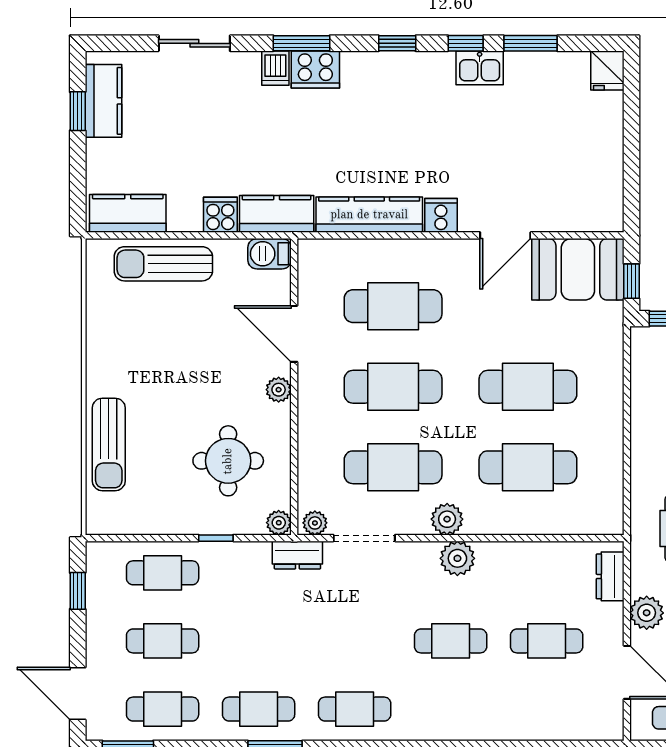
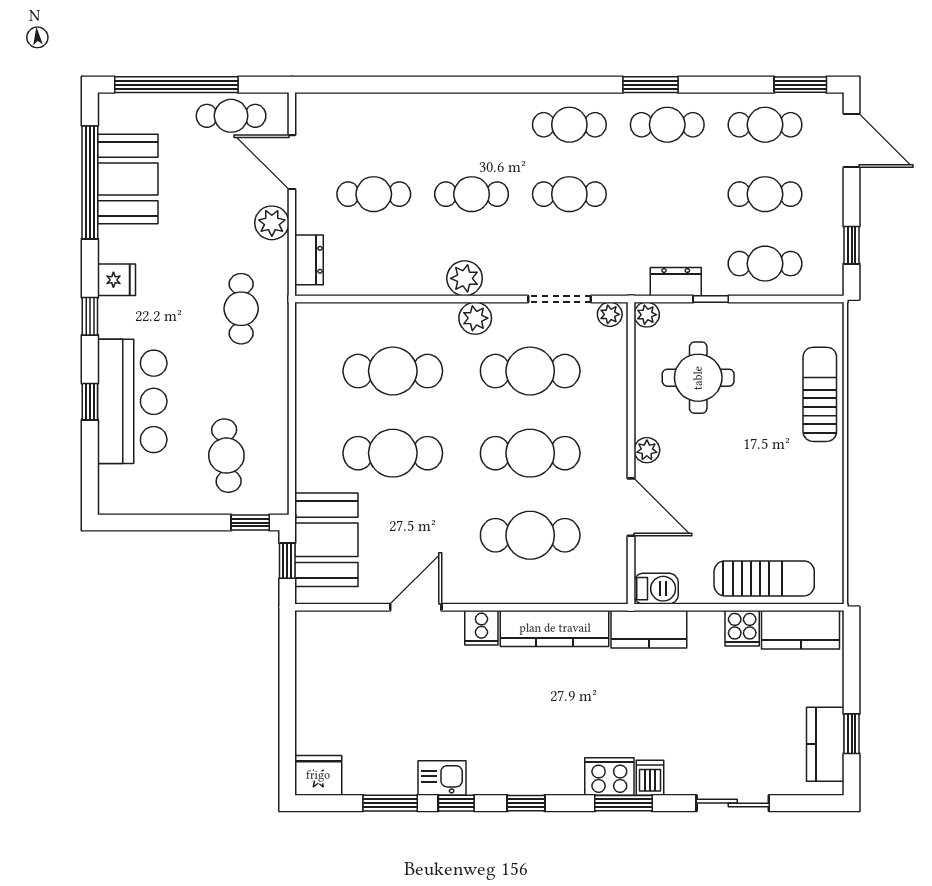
fridge: (607, 71) -> (318, 775), width x1.38
cooker: (220, 215) -> (742, 628), moved
booth: (578, 269) -> (326, 540), moved, turned 90
dresser: (297, 555) -> (676, 282), moved
cafe table: (355, 641) -> (569, 194), added

